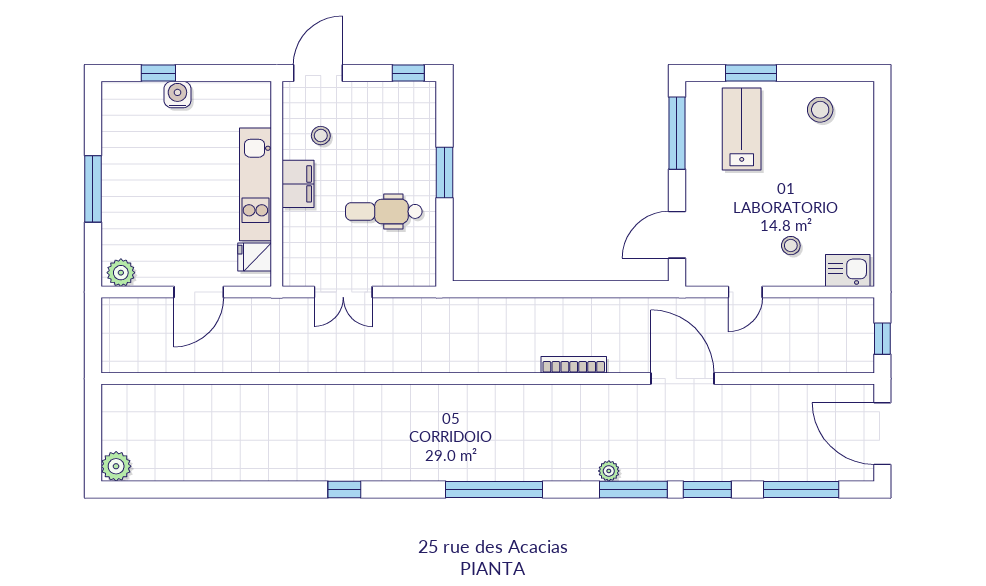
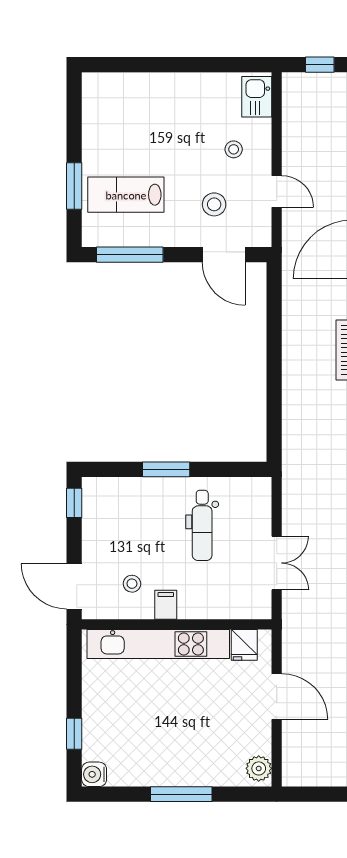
water cooler: (177, 95) -> (94, 774), moved
stool: (820, 110) -> (214, 204), moved
kitchen unit: (255, 184) -> (158, 644), width x1.36
filing cabinet: (298, 184) -> (166, 605), width x0.50

